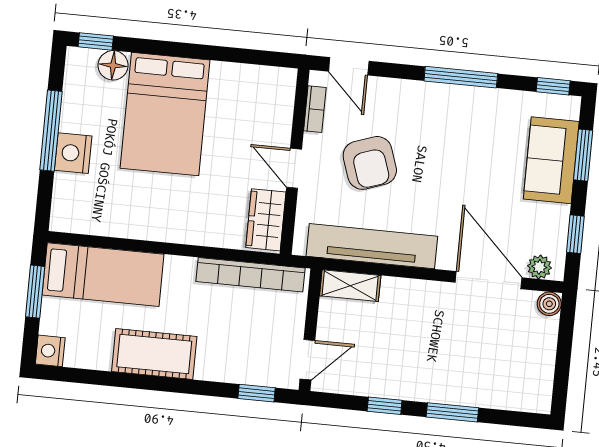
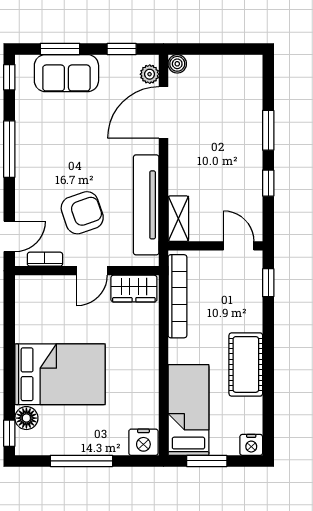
nightstand: (73, 153) -> (143, 442), moved

